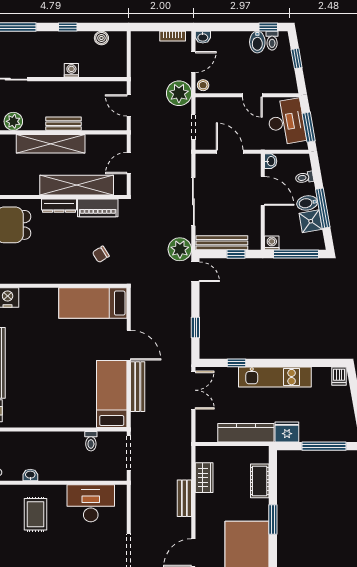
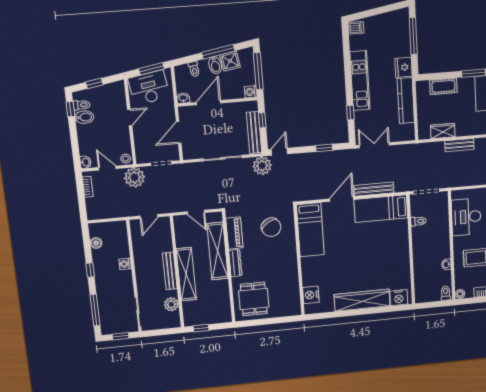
bench: (63, 124) -> (170, 271), width x1.36
chair: (101, 254) -> (271, 227), width x1.87, depth x1.87

